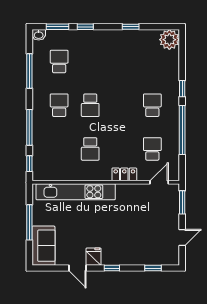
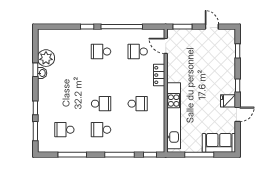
washbasin: (39, 35) -> (42, 73), moved
plant: (169, 40) -> (46, 58), moved

